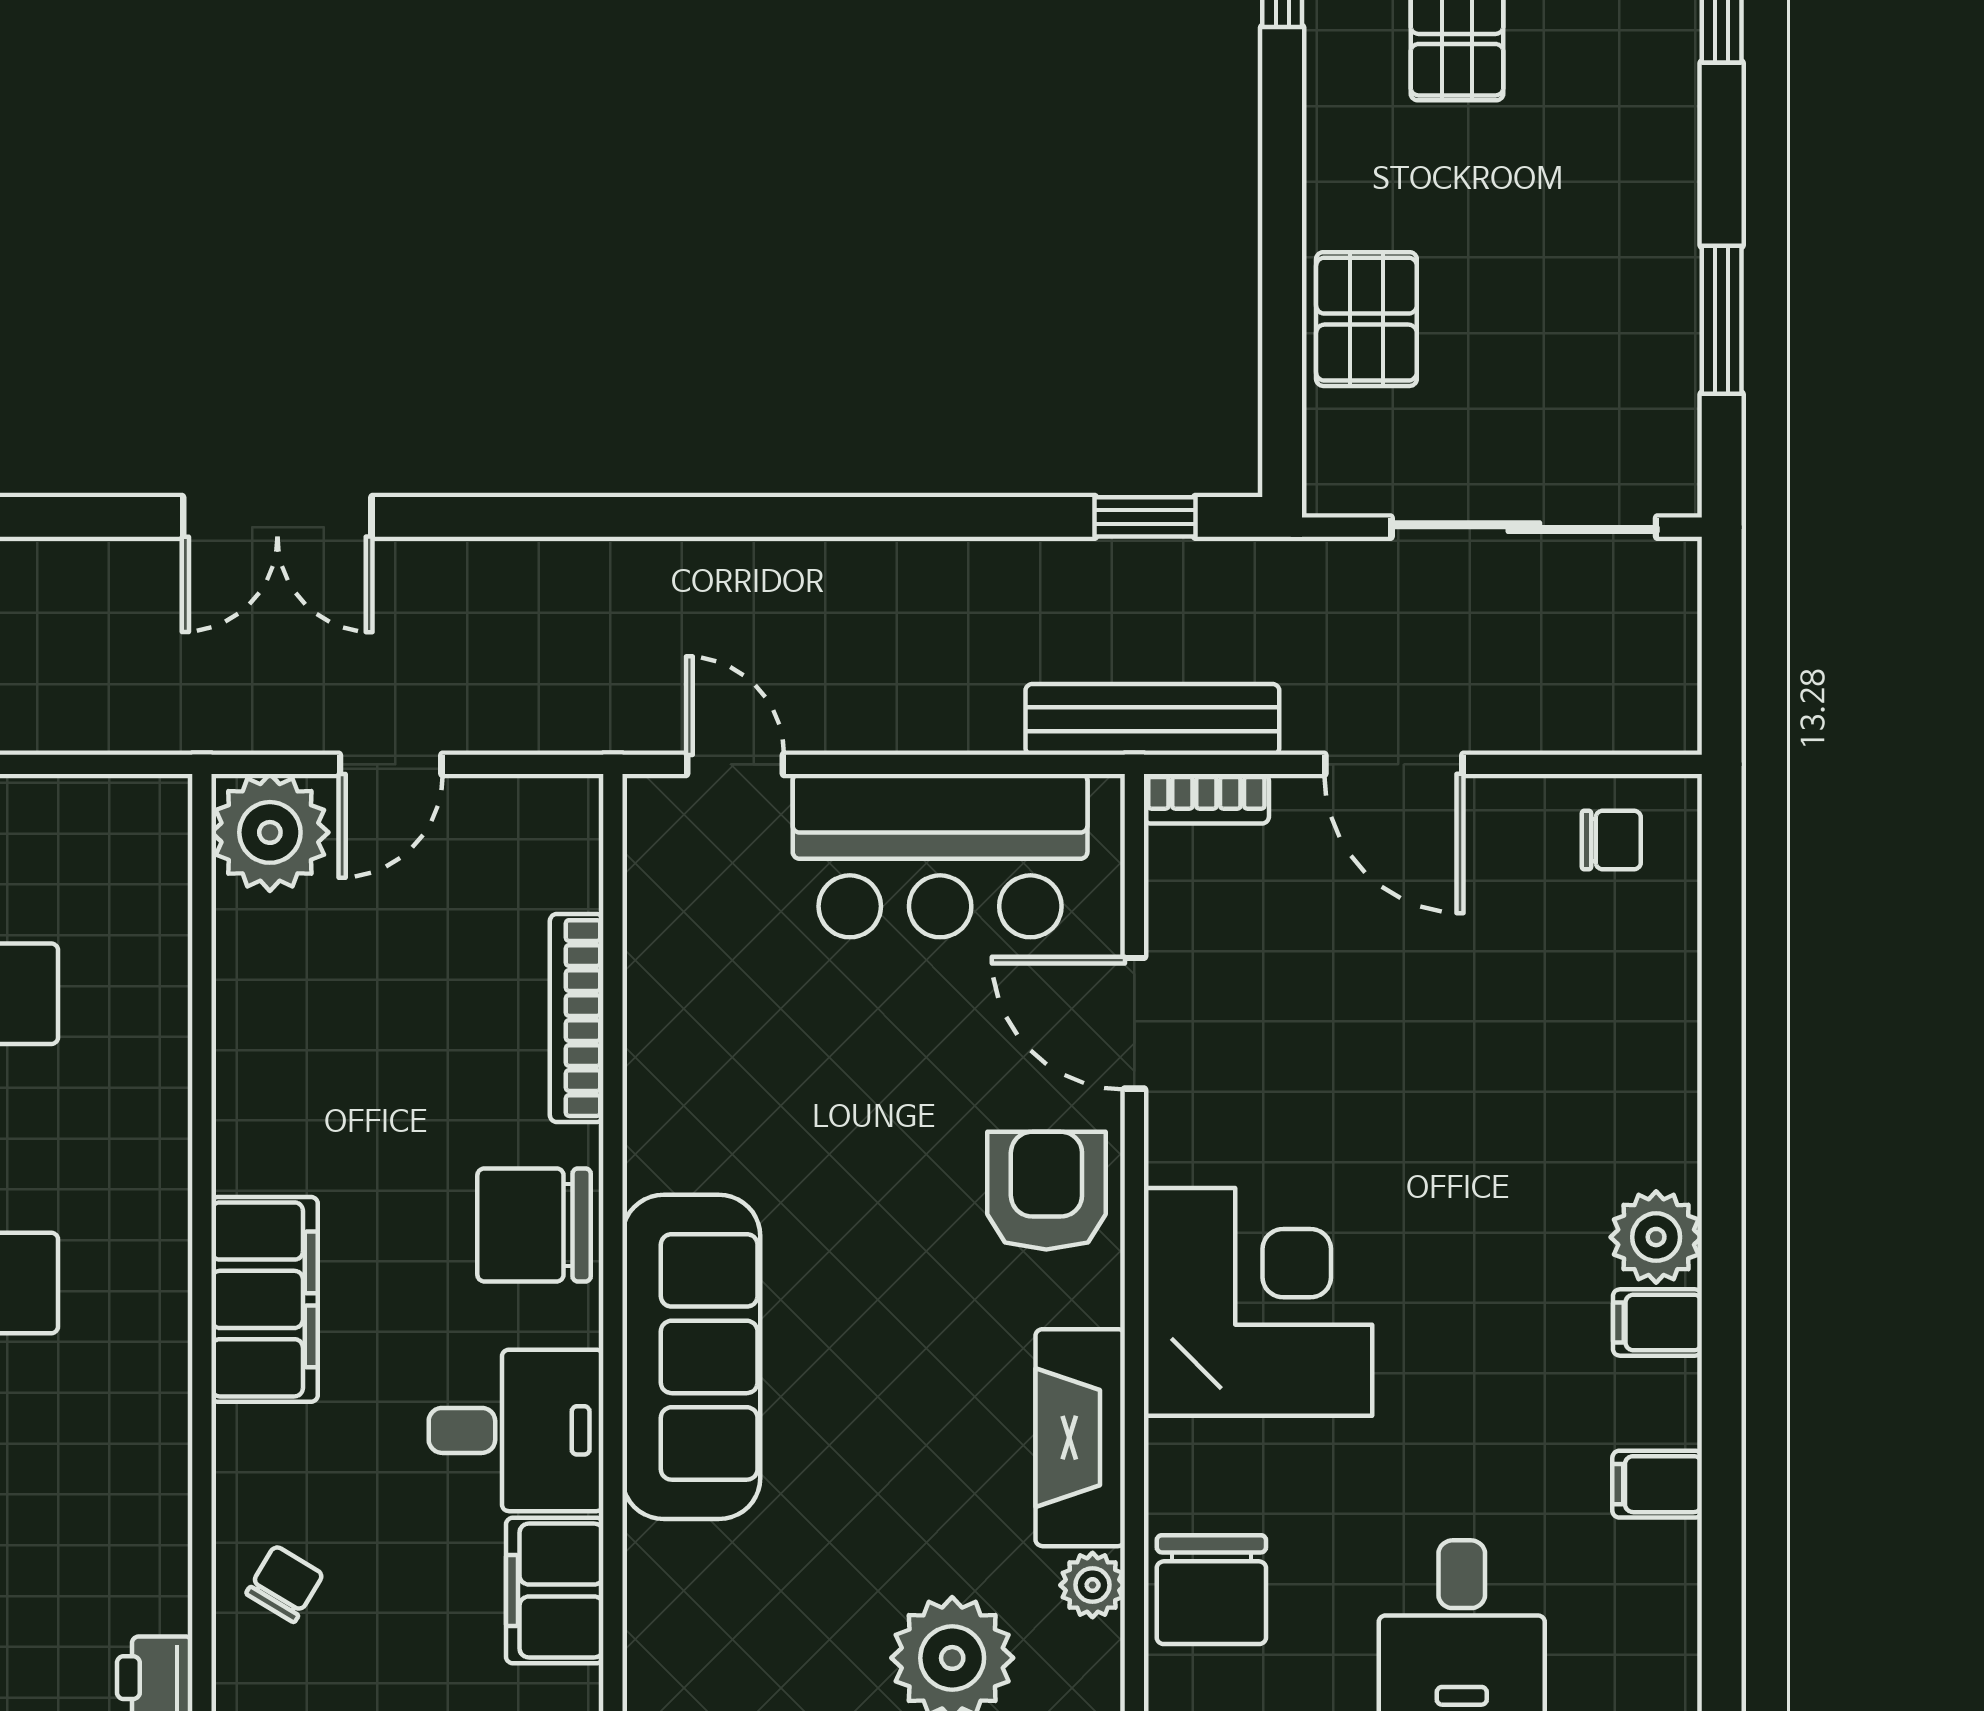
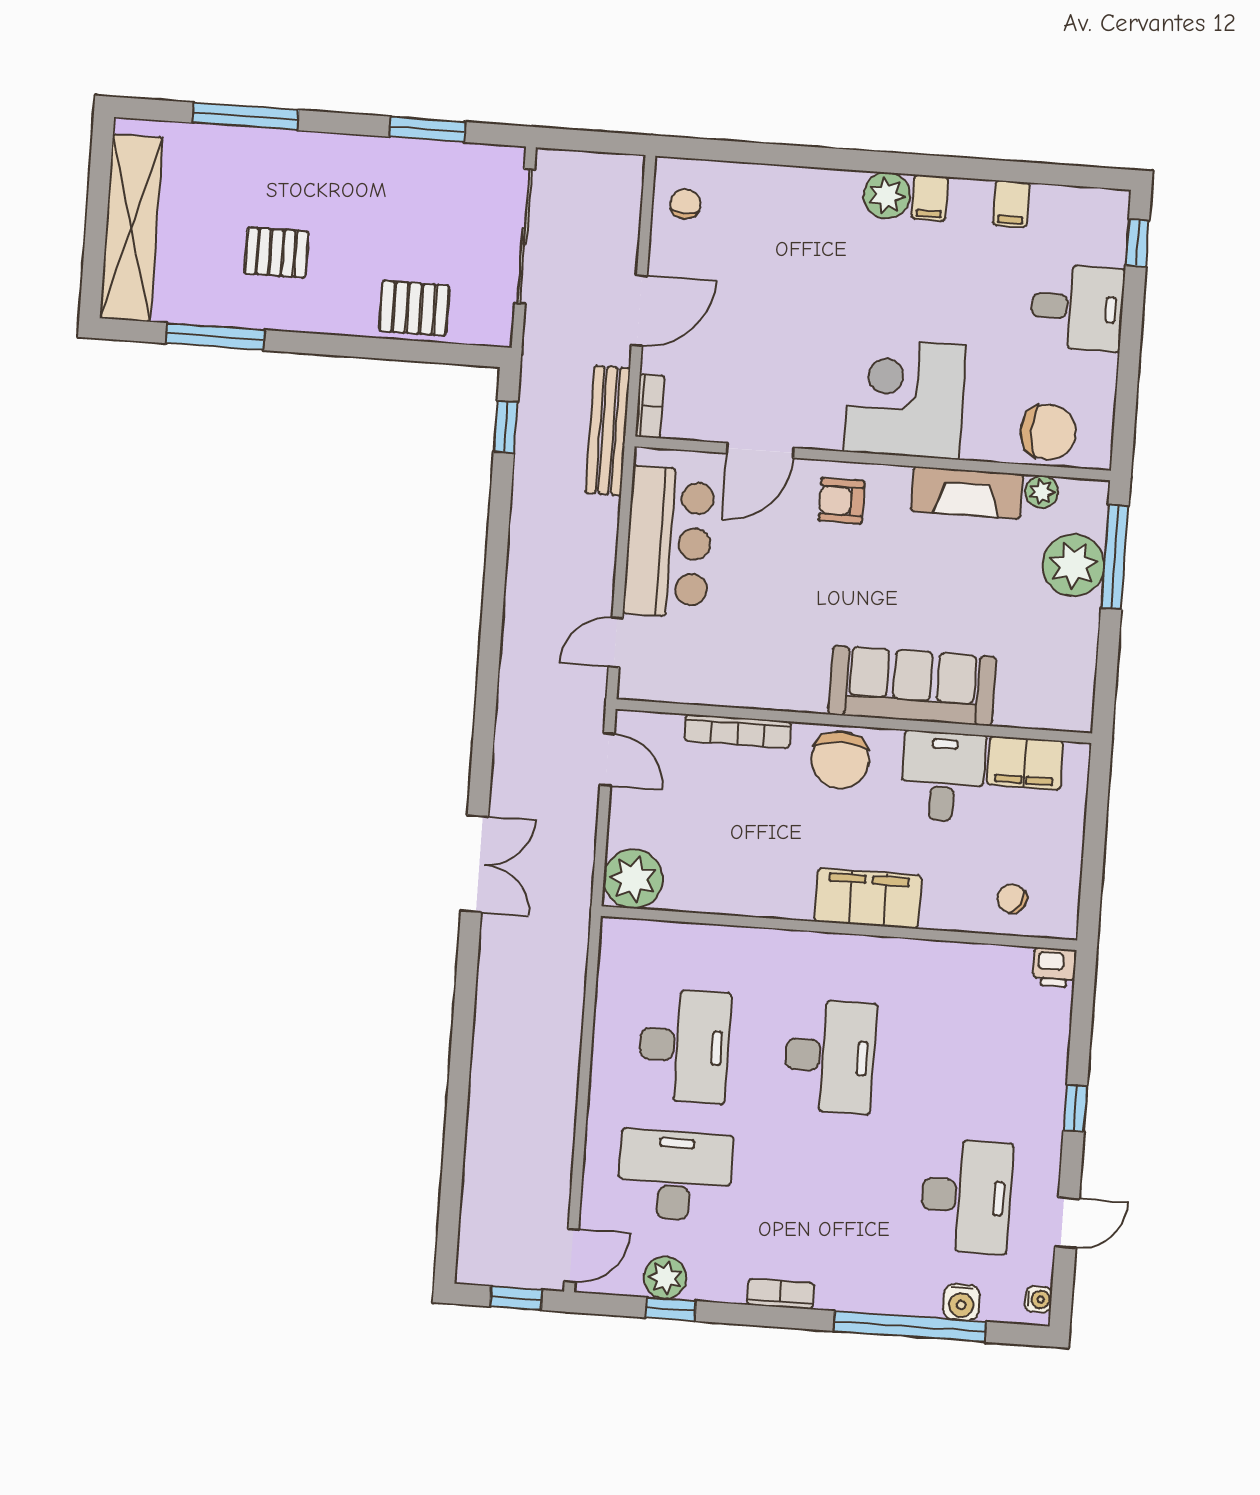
door: (391, 764) -> (607, 759), moved
armchair: (1046, 1191) -> (841, 501), width x0.72, depth x0.72

